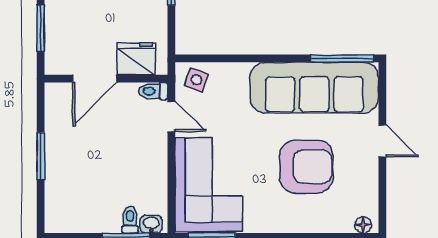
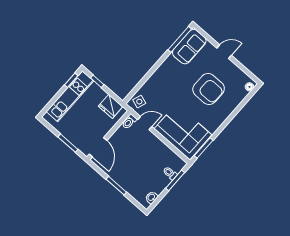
fridge: (136, 59) -> (111, 106), moved, turned -90
door: (95, 79) -> (98, 147), moved
sofa: (314, 88) -> (189, 47), width x0.54, depth x0.79
armchair: (306, 167) -> (209, 89), turned 90
washbasin: (151, 224) -> (151, 197), moved

